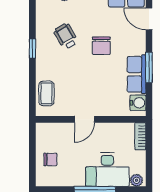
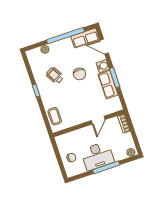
water cooler: (138, 103) -> (103, 66), moved
door: (84, 119) -> (98, 120), moved
desk: (107, 169) -> (97, 156), moved

